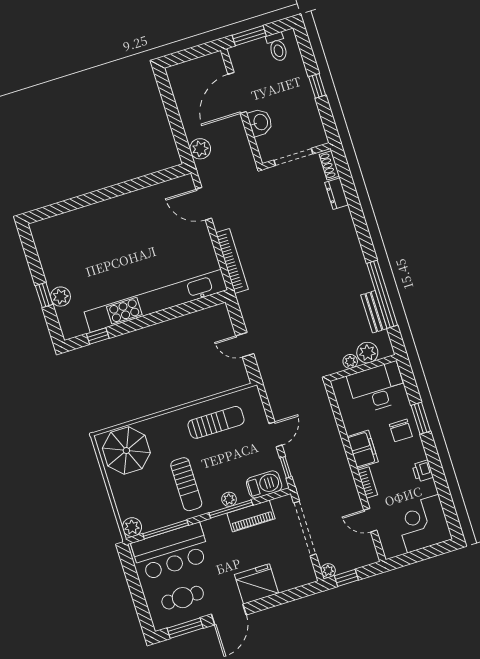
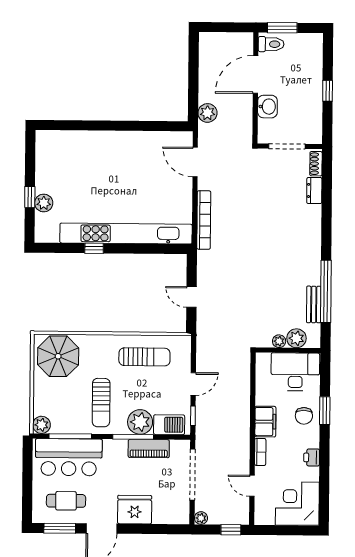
toilet: (277, 47) -> (271, 44), moved, turned -90
window: (98, 336) -> (94, 248), moved
plant: (229, 499) -> (140, 422), width x1.87, depth x1.87
window: (346, 578) -> (231, 530), moved

